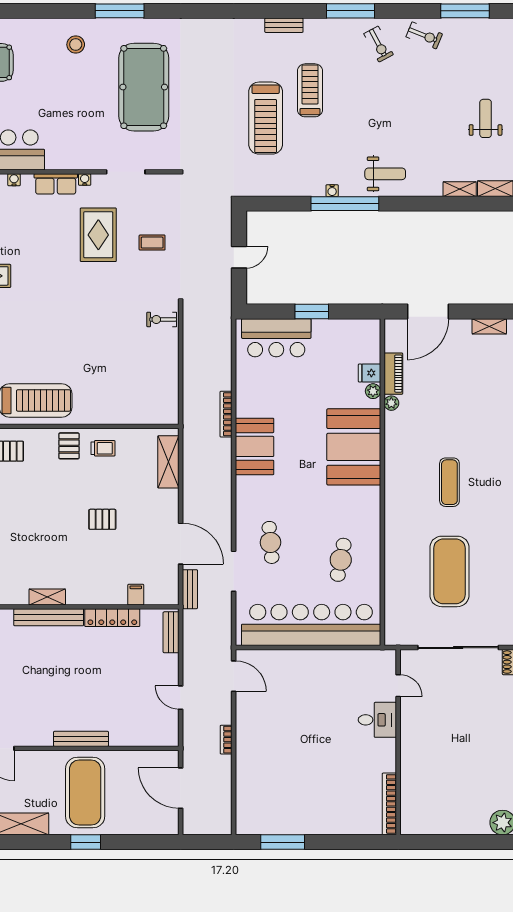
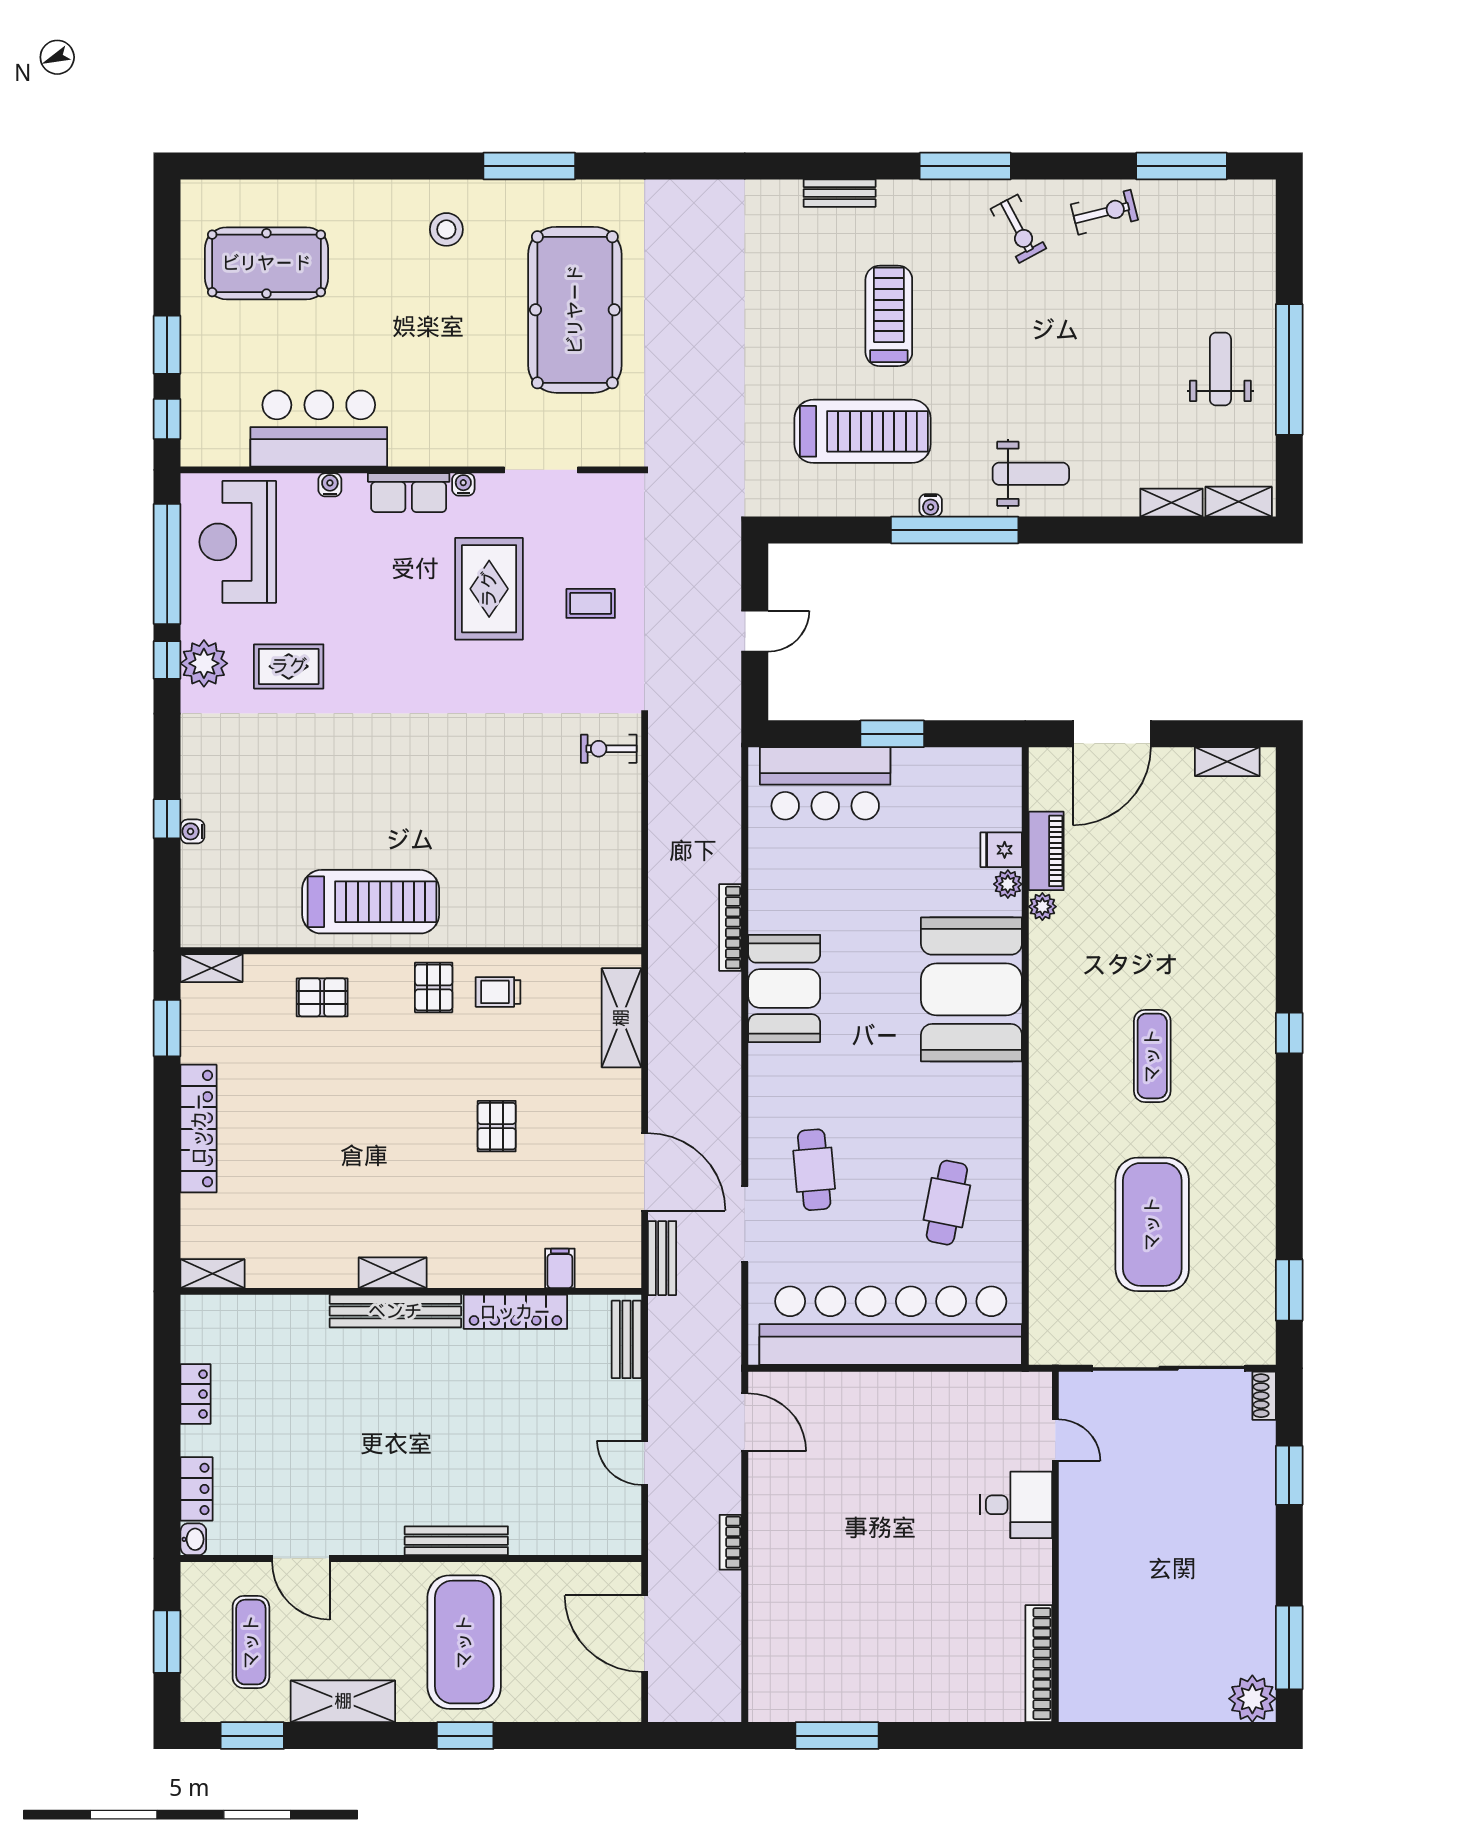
exercise bike: (424, 35) -> (1104, 212), turned -36
treadmill: (266, 118) -> (863, 431), moved, turned -90
trolley: (103, 448) -> (498, 992), turned 180
pallet: (102, 519) -> (497, 1126), turned 90

